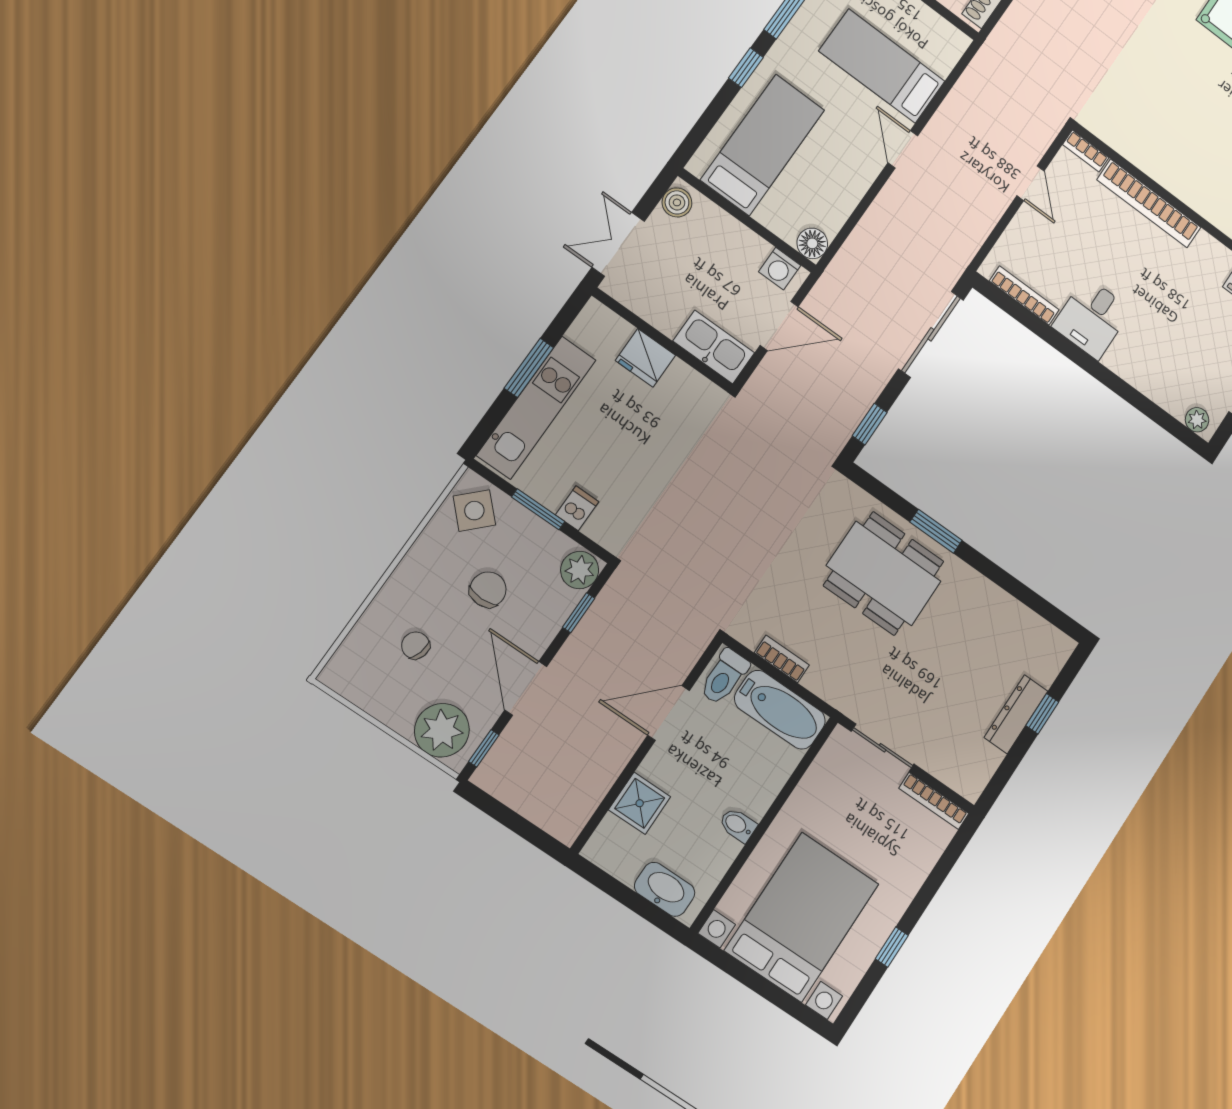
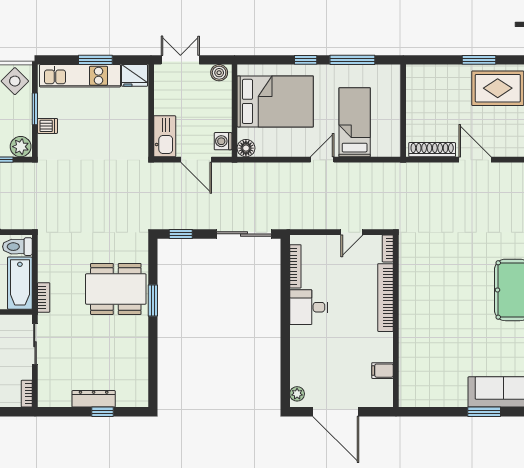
bed: (763, 145) -> (275, 101), width x1.50
fridge: (645, 358) -> (135, 75), moved, turned -90
dining table: (884, 573) -> (116, 289), turned 90
bookcase: (782, 659) -> (44, 297), moved
bookcase: (934, 801) -> (27, 394), width x0.64

